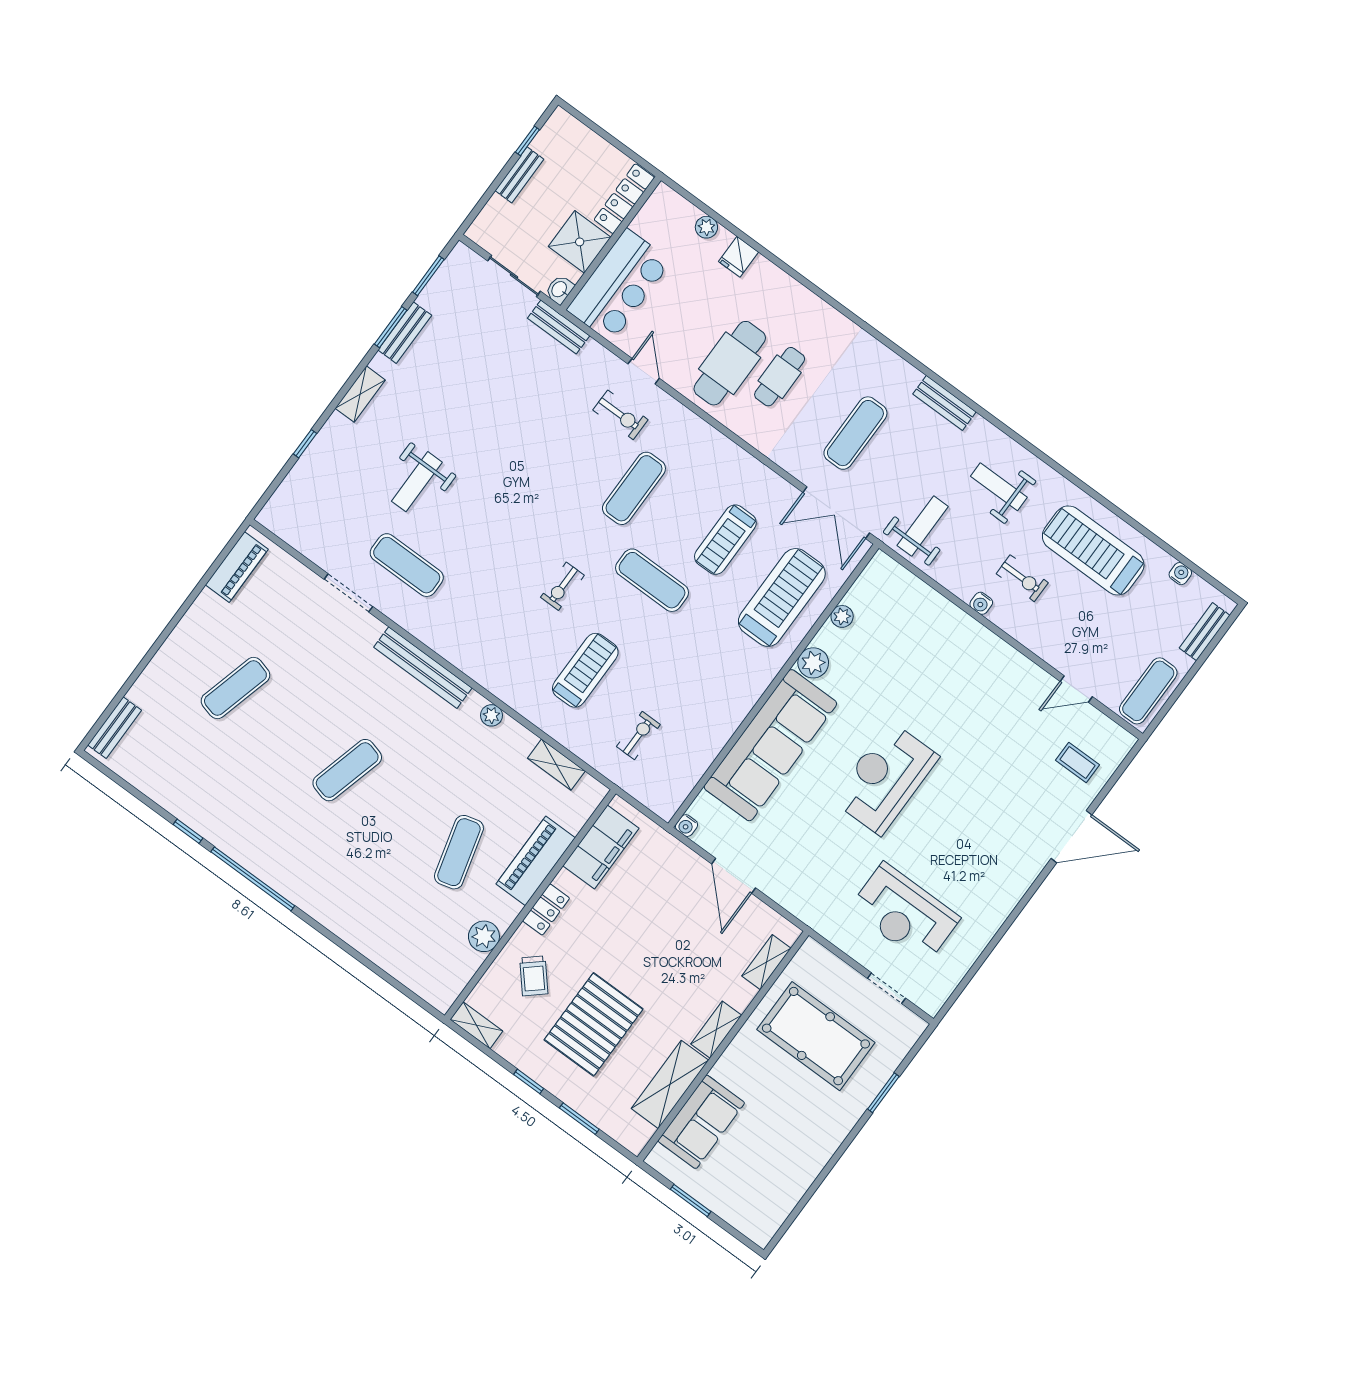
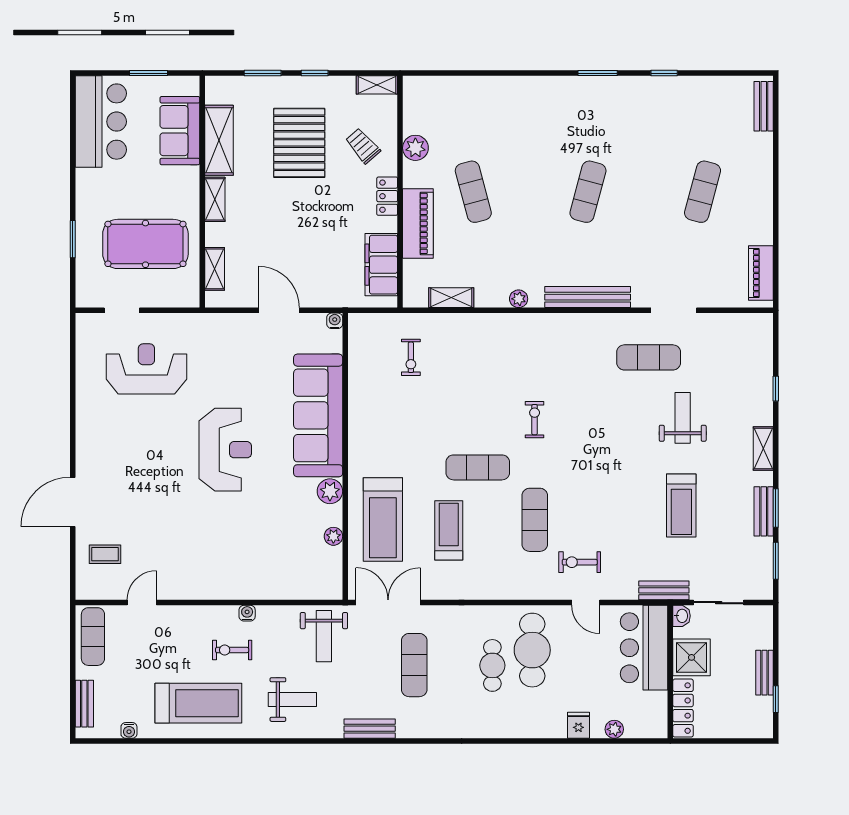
treadmill: (585, 670) -> (681, 505), moved
window: (253, 879) -> (598, 73), width x0.47
bar counter: (772, 1187) -> (101, 122), added

